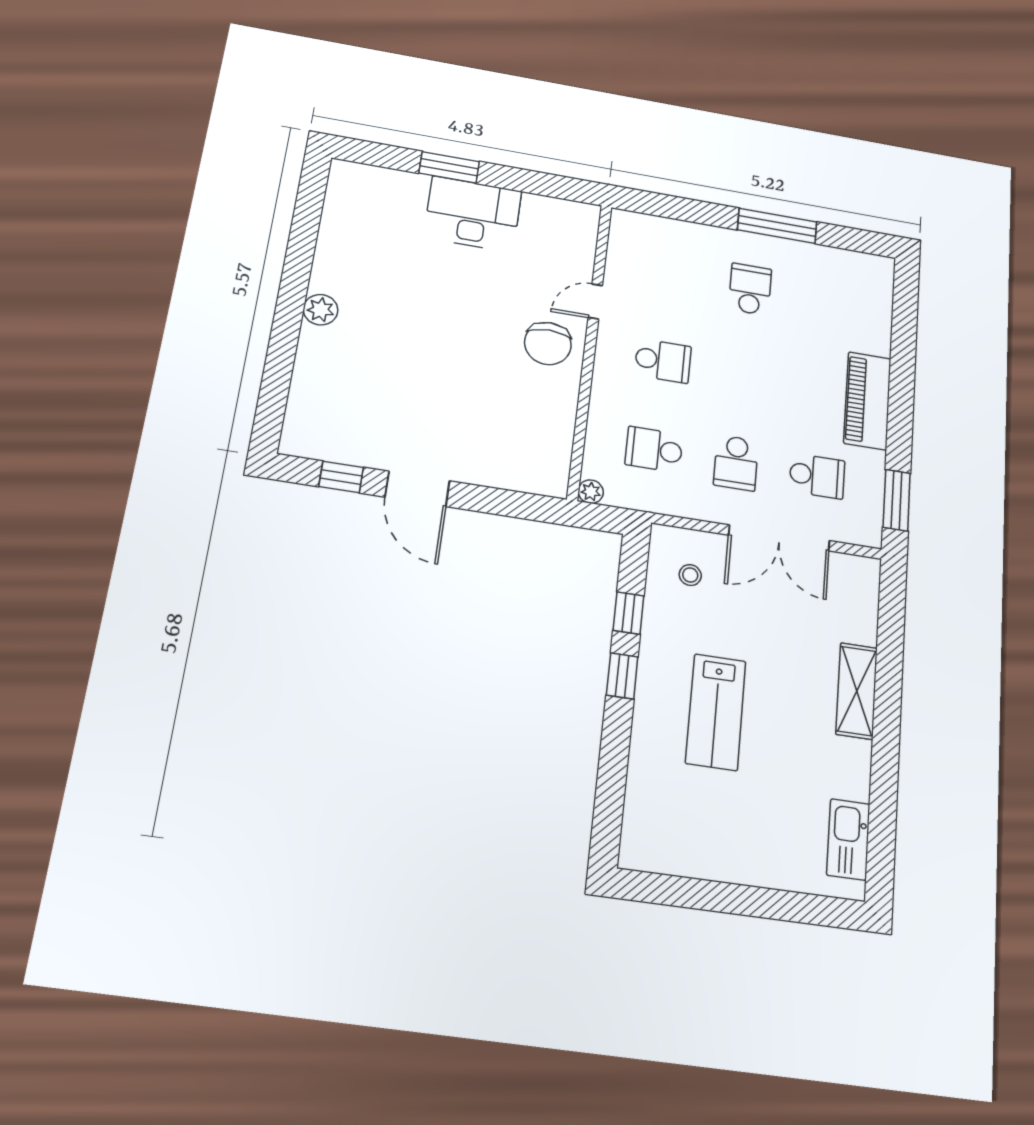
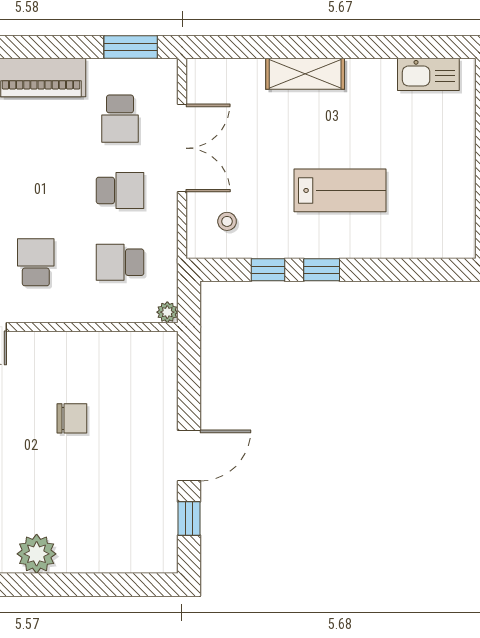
plant: (321, 310) -> (37, 554), width x1.36, depth x1.36
chair: (548, 343) -> (72, 418), moved, width x0.73, depth x0.73
school desk: (654, 450) -> (120, 262), turned 90
school desk: (817, 476) -> (120, 119), turned 180

